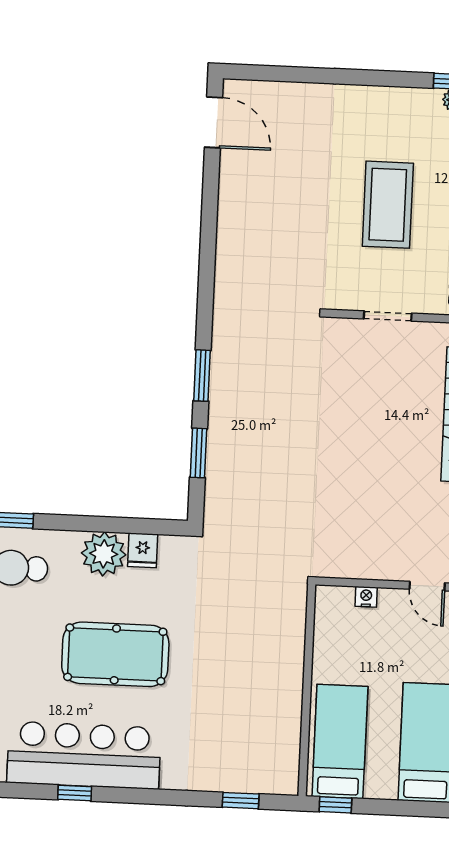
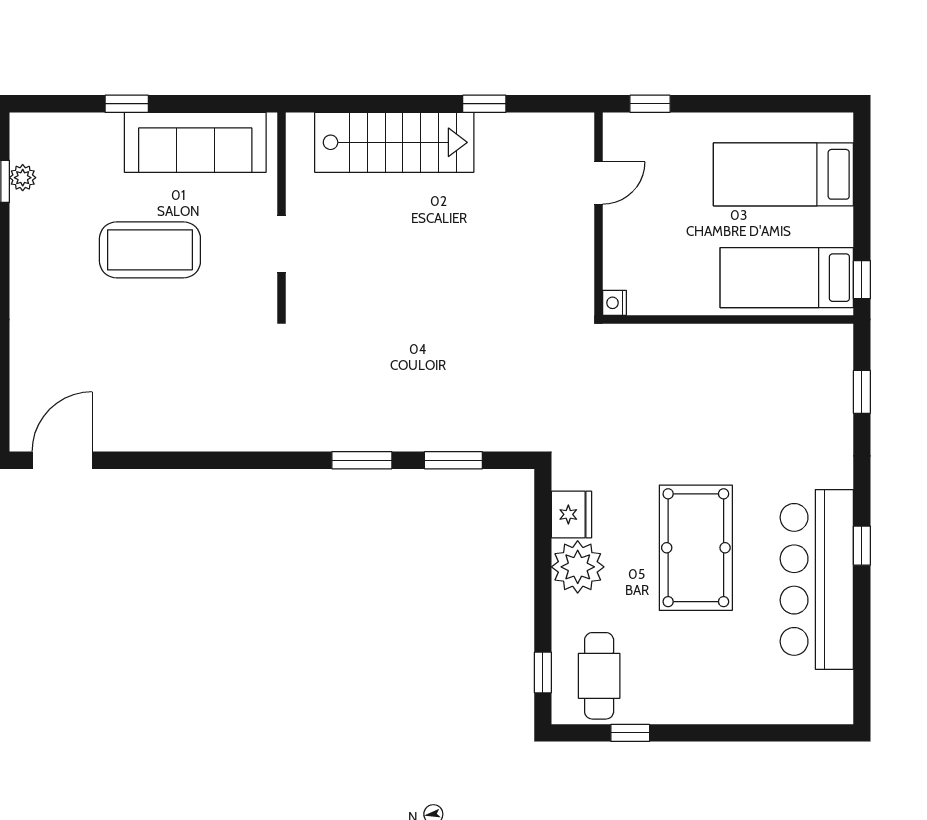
fridge: (143, 550) -> (572, 514), width x1.38
nightstand: (366, 597) -> (614, 303), moved
window: (75, 793) -> (862, 546), moved

